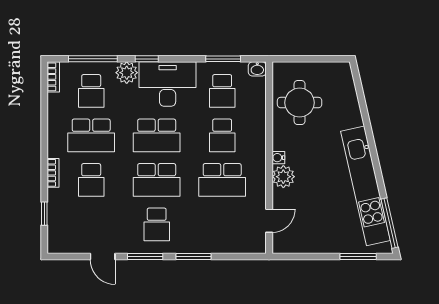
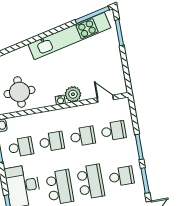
school desk: (222, 180) -> (83, 136), width x0.54
school desk: (222, 224) -> (113, 131), added

